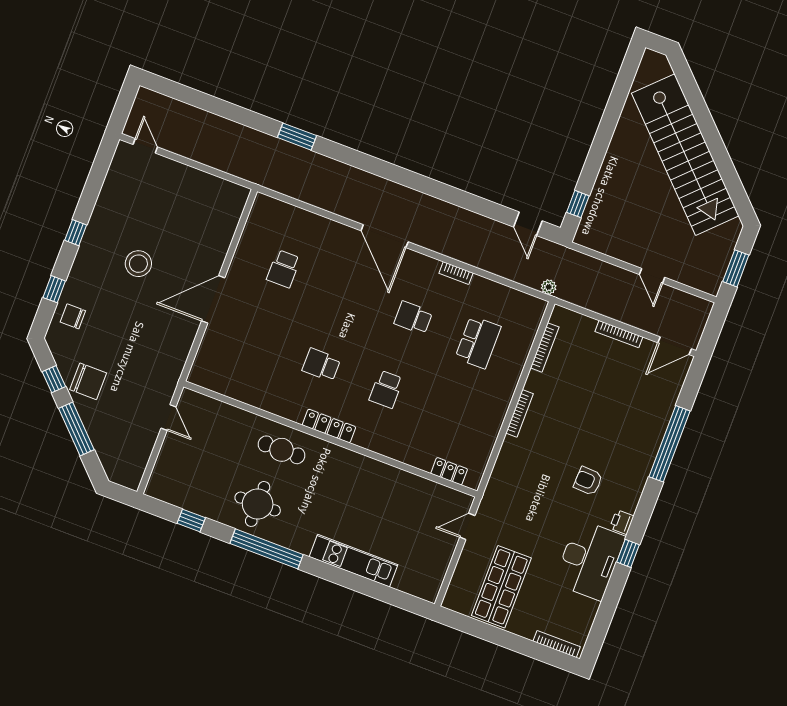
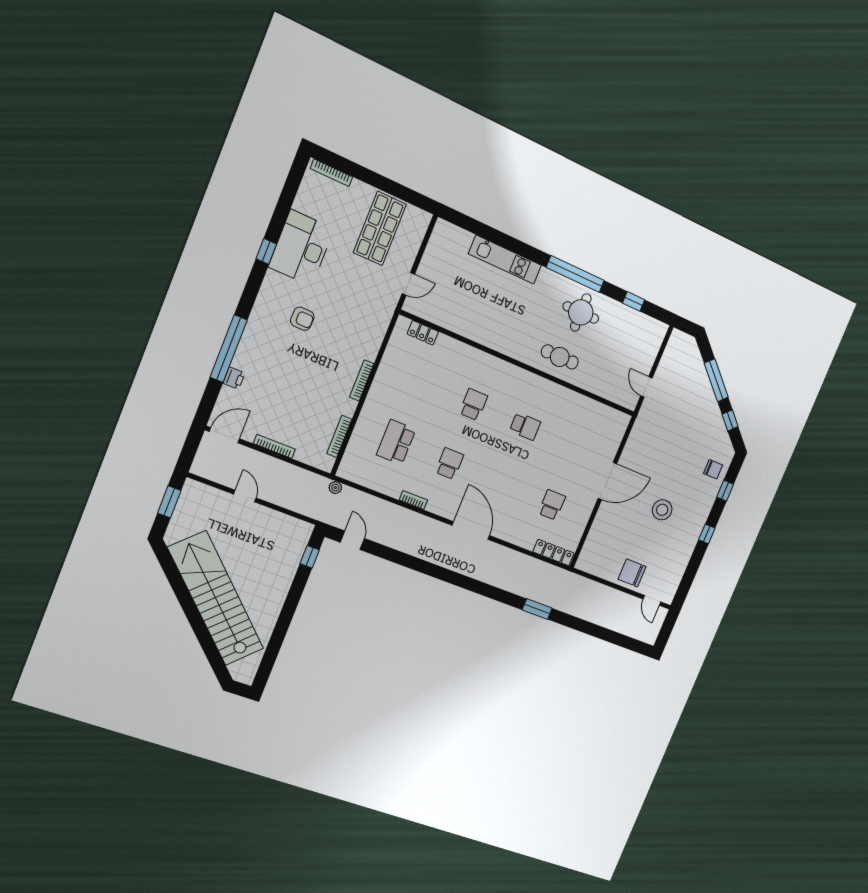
school desk: (413, 318) -> (449, 464), turned -90
chair: (88, 381) -> (632, 573), moved
locker: (329, 426) -> (554, 552), moved, turned 180
printer: (622, 522) -> (234, 378), moved

